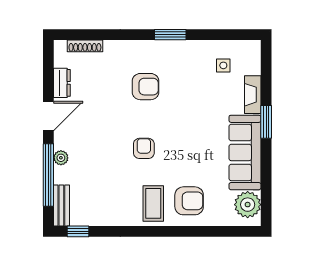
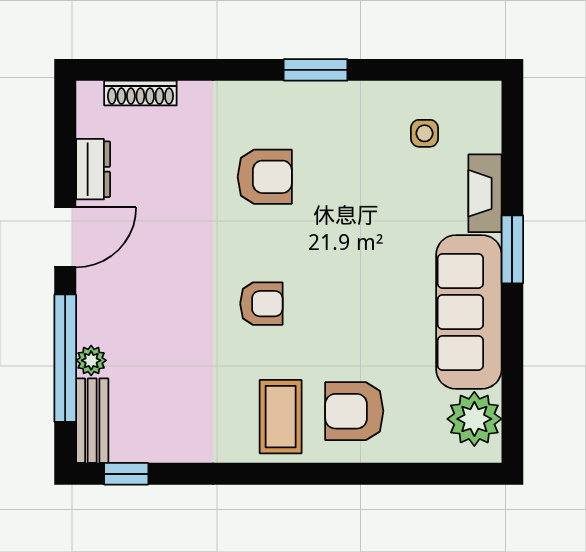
armchair: (144, 148) -> (261, 304), turned 90
plant: (61, 158) -> (91, 360), moved
armchair: (189, 201) -> (354, 411), turned 180

